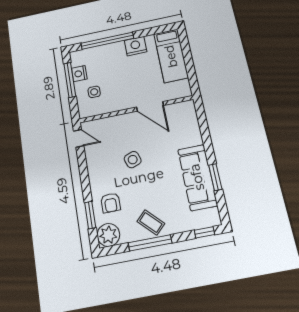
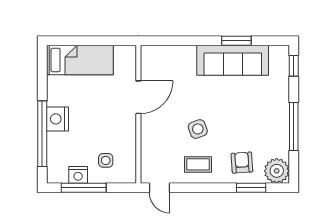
nightstand: (136, 46) -> (57, 119), moved
door: (79, 138) -> (159, 188), swing flipped
armchair: (111, 203) -> (242, 163), turned -94
coffee table: (151, 222) -> (198, 164), moved, turned 45

